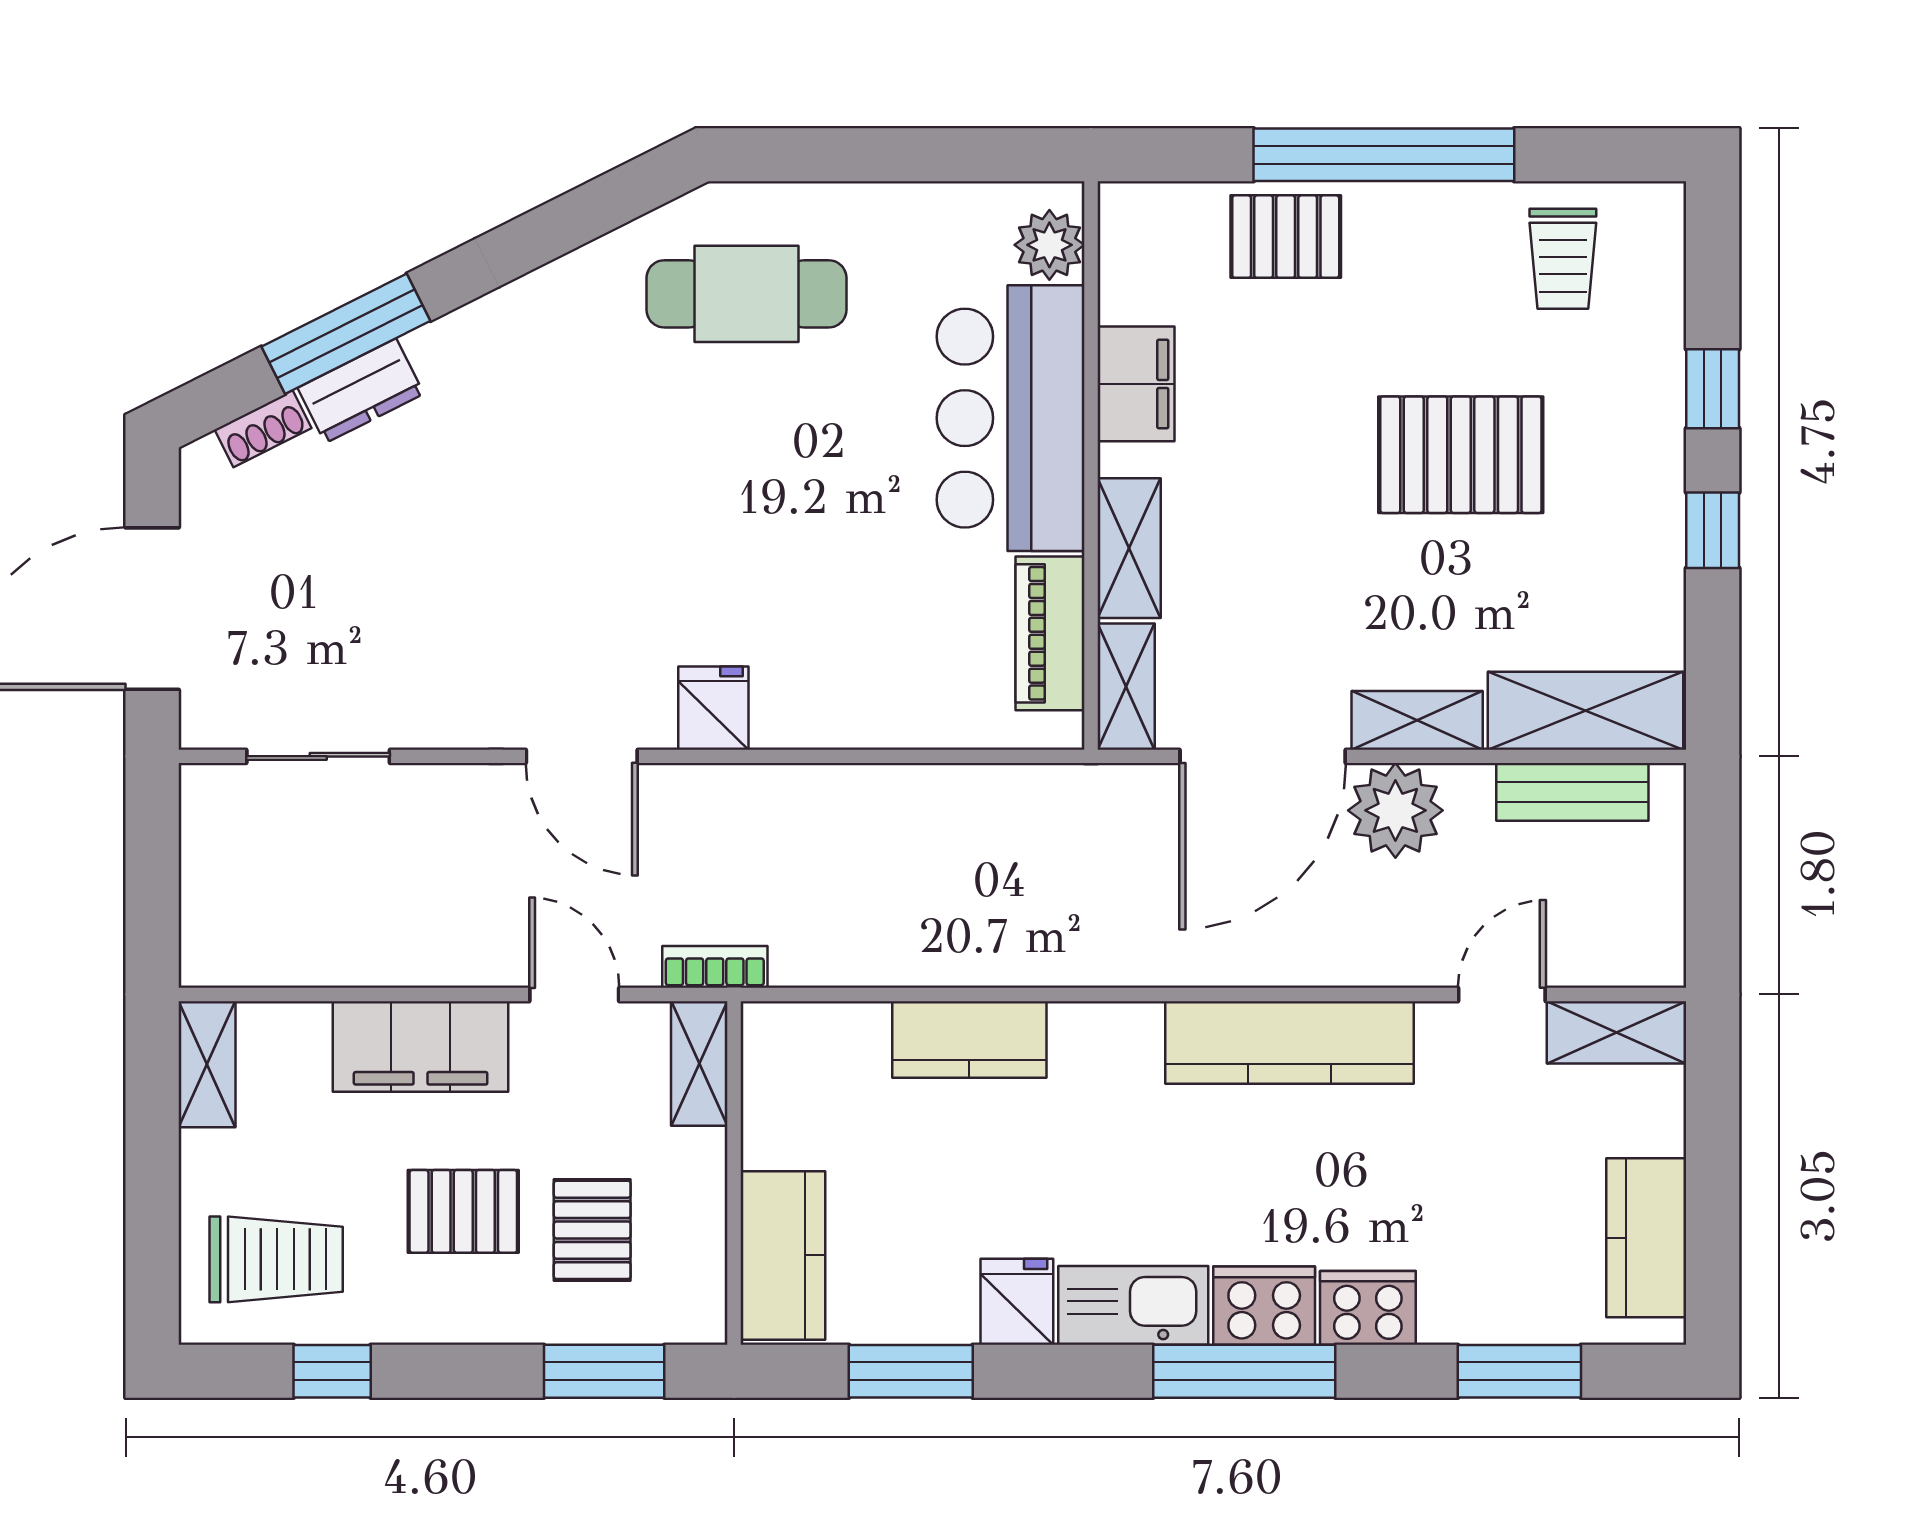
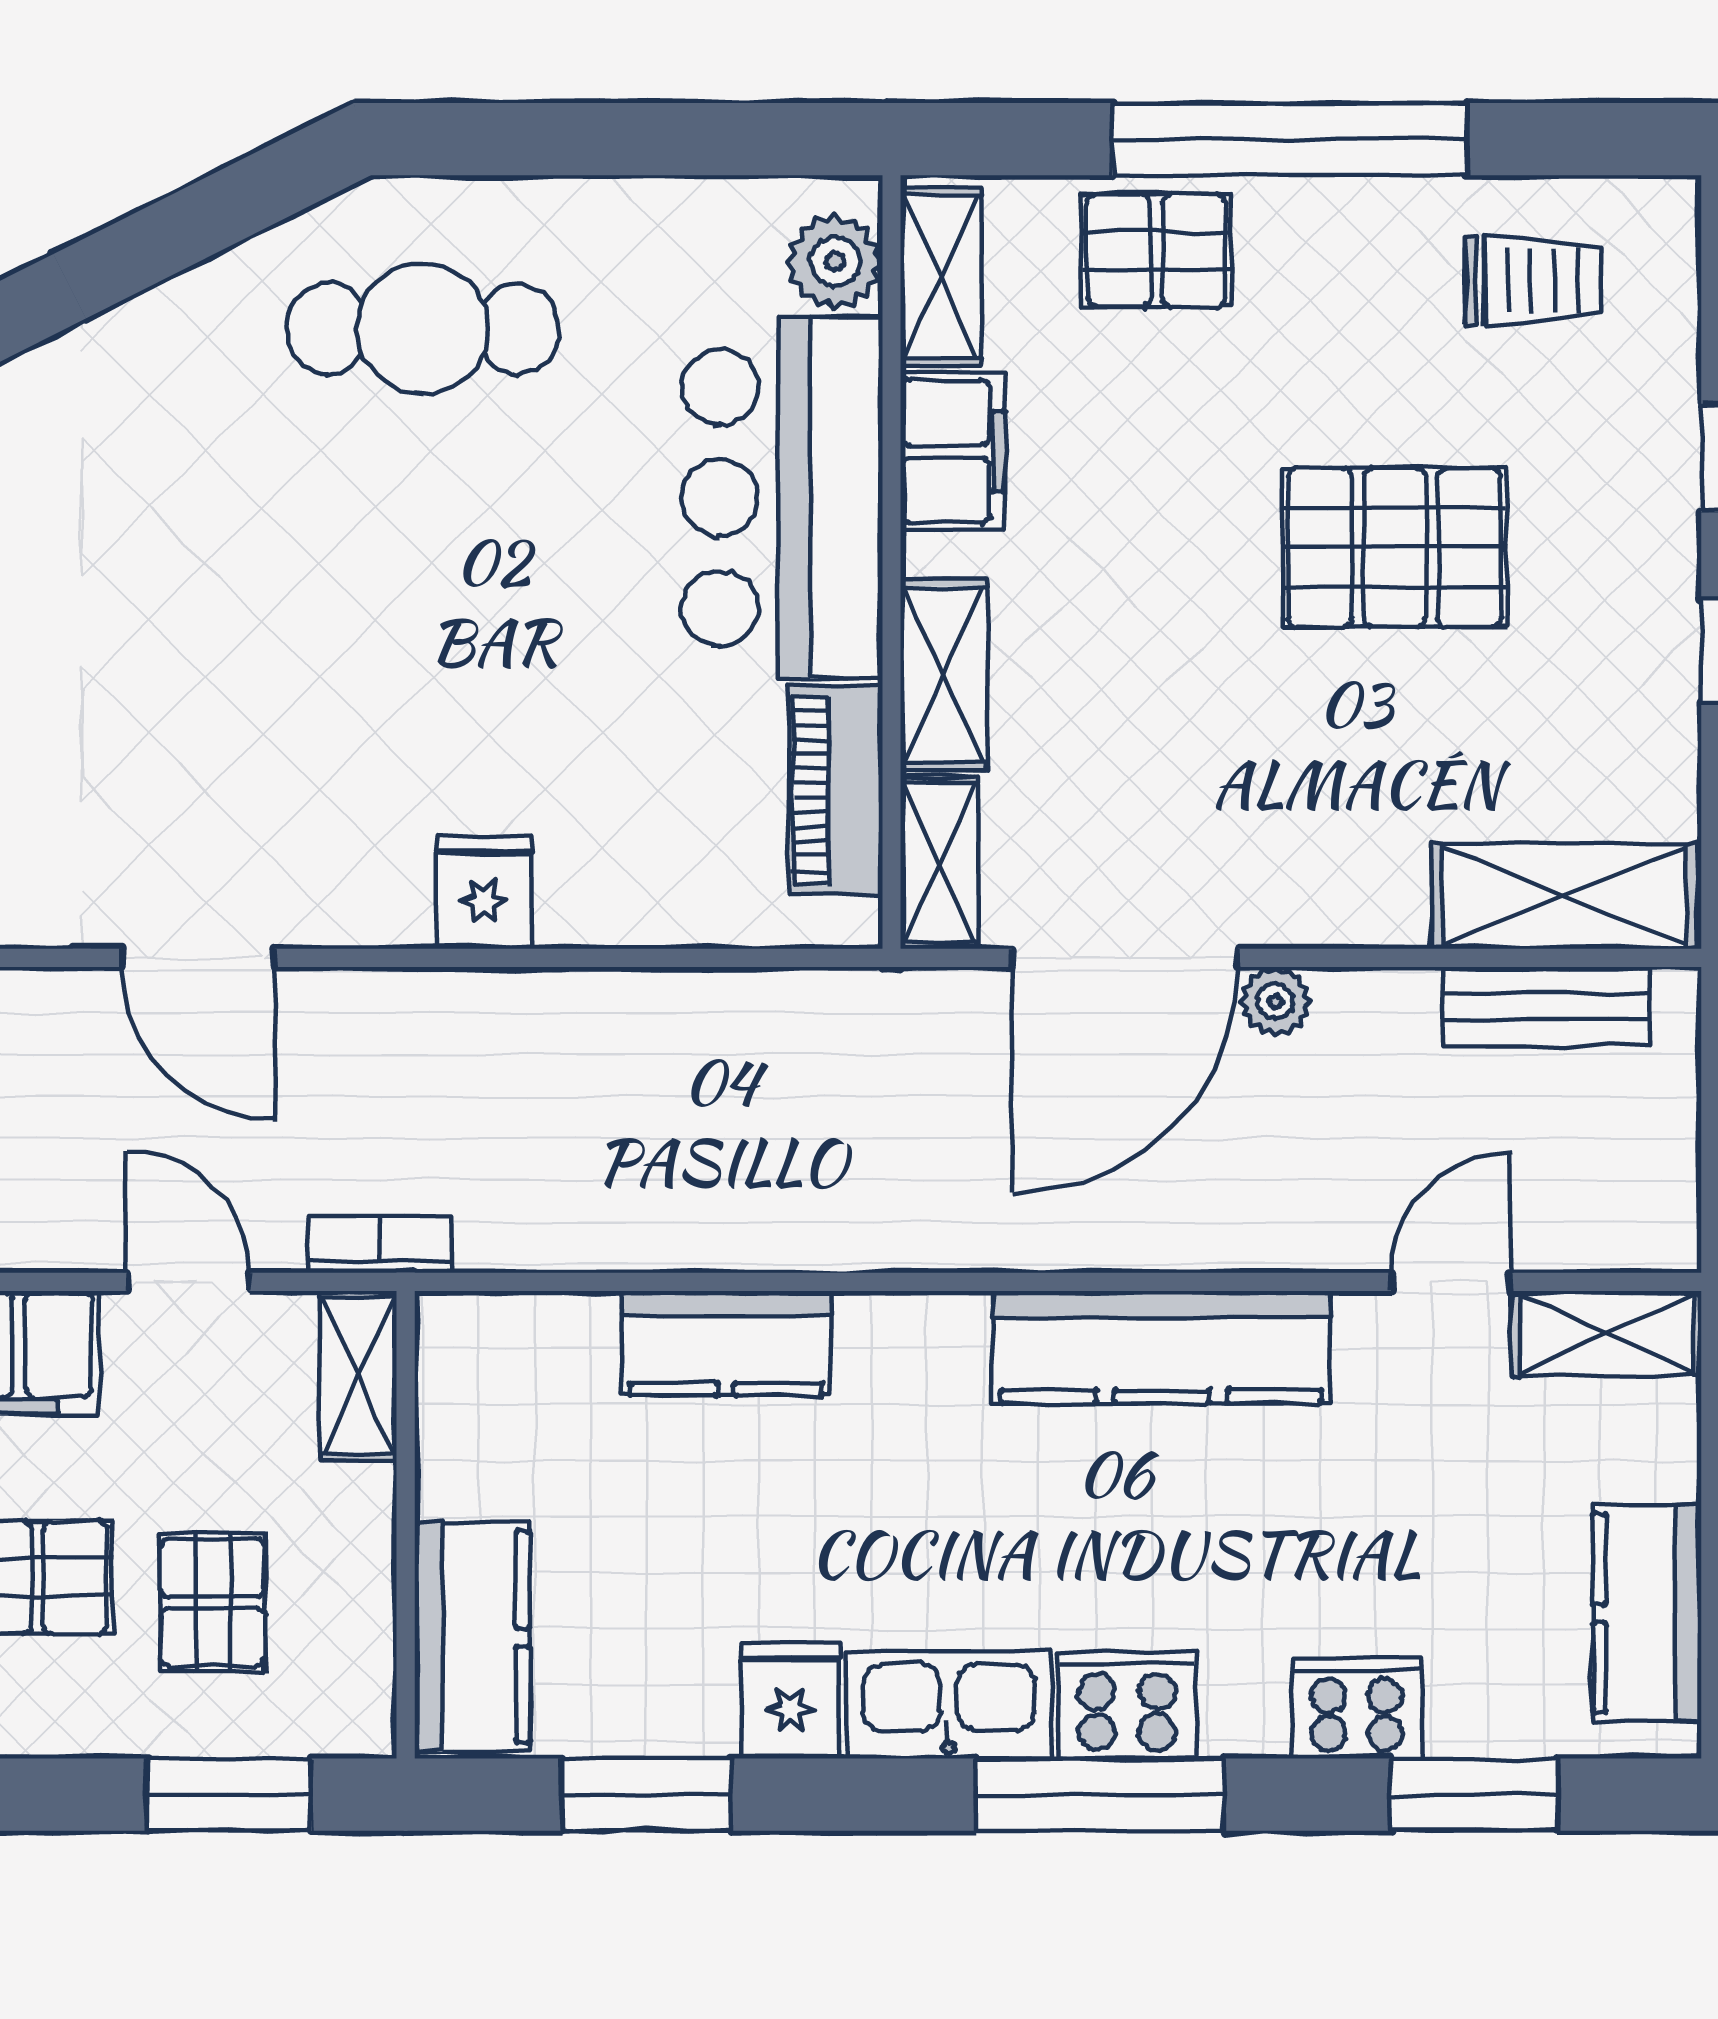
trolley: (1563, 259) -> (1533, 281), turned -90
fridge: (713, 708) -> (484, 892), moved
shelving: (1417, 720) -> (941, 277), moved, turned 90
plant: (1395, 810) -> (1276, 1001), width x0.53, depth x0.53
cooker: (1368, 1308) -> (1357, 1708), moved

